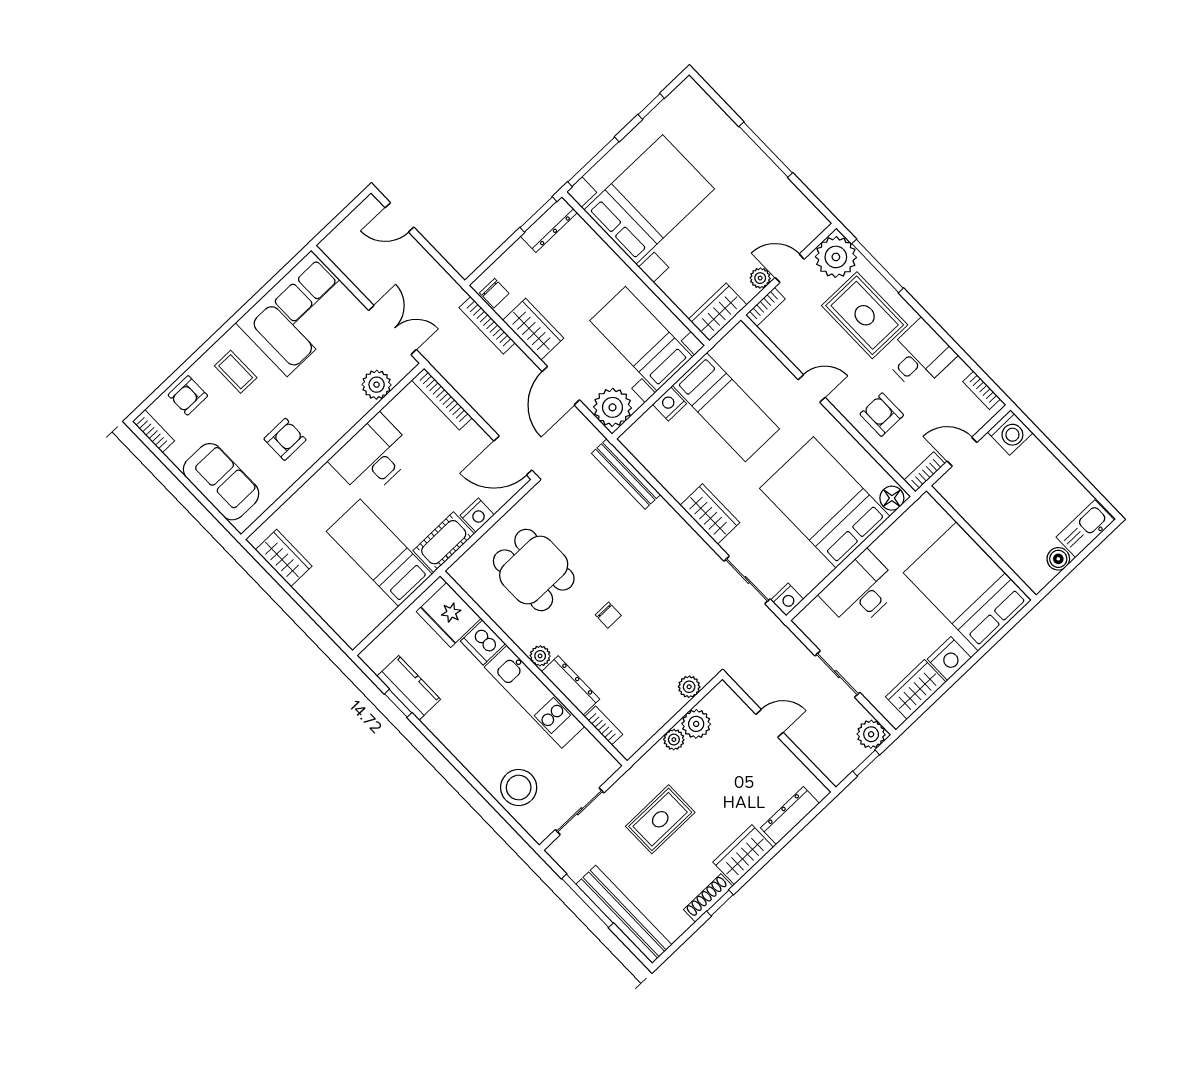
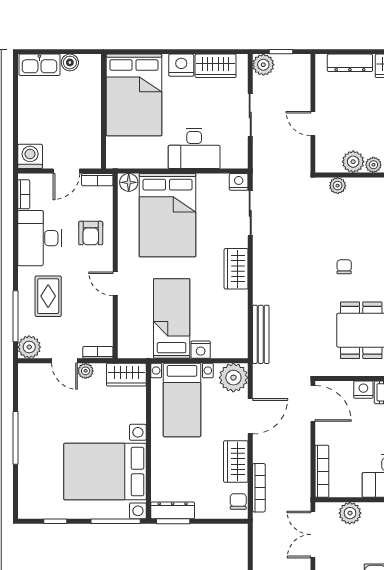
plant: (836, 257) -> (29, 347), width x0.73, depth x0.73
rug: (865, 315) -> (48, 296), width x0.73, depth x0.70
desk: (919, 356) -> (40, 238), width x1.37
door: (962, 452) -> (66, 171), hinge flipped

